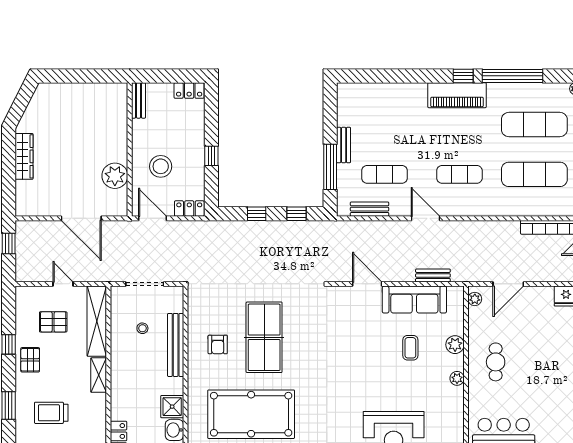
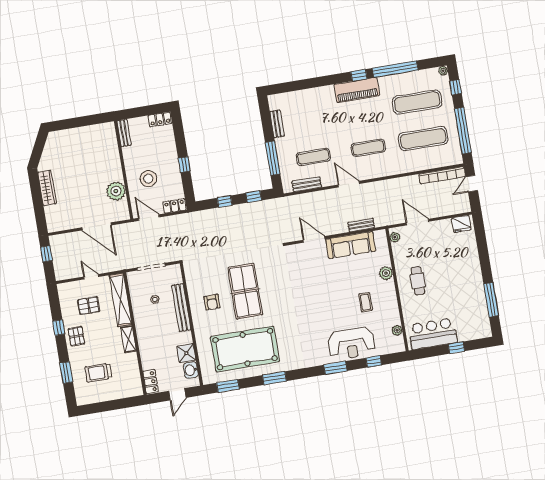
bench: (344, 145) -> (277, 124), moved
door: (508, 284) -> (417, 222), swing flipped
coffee table: (410, 348) -> (365, 302), moved
plant: (457, 378) -> (397, 330), moved

